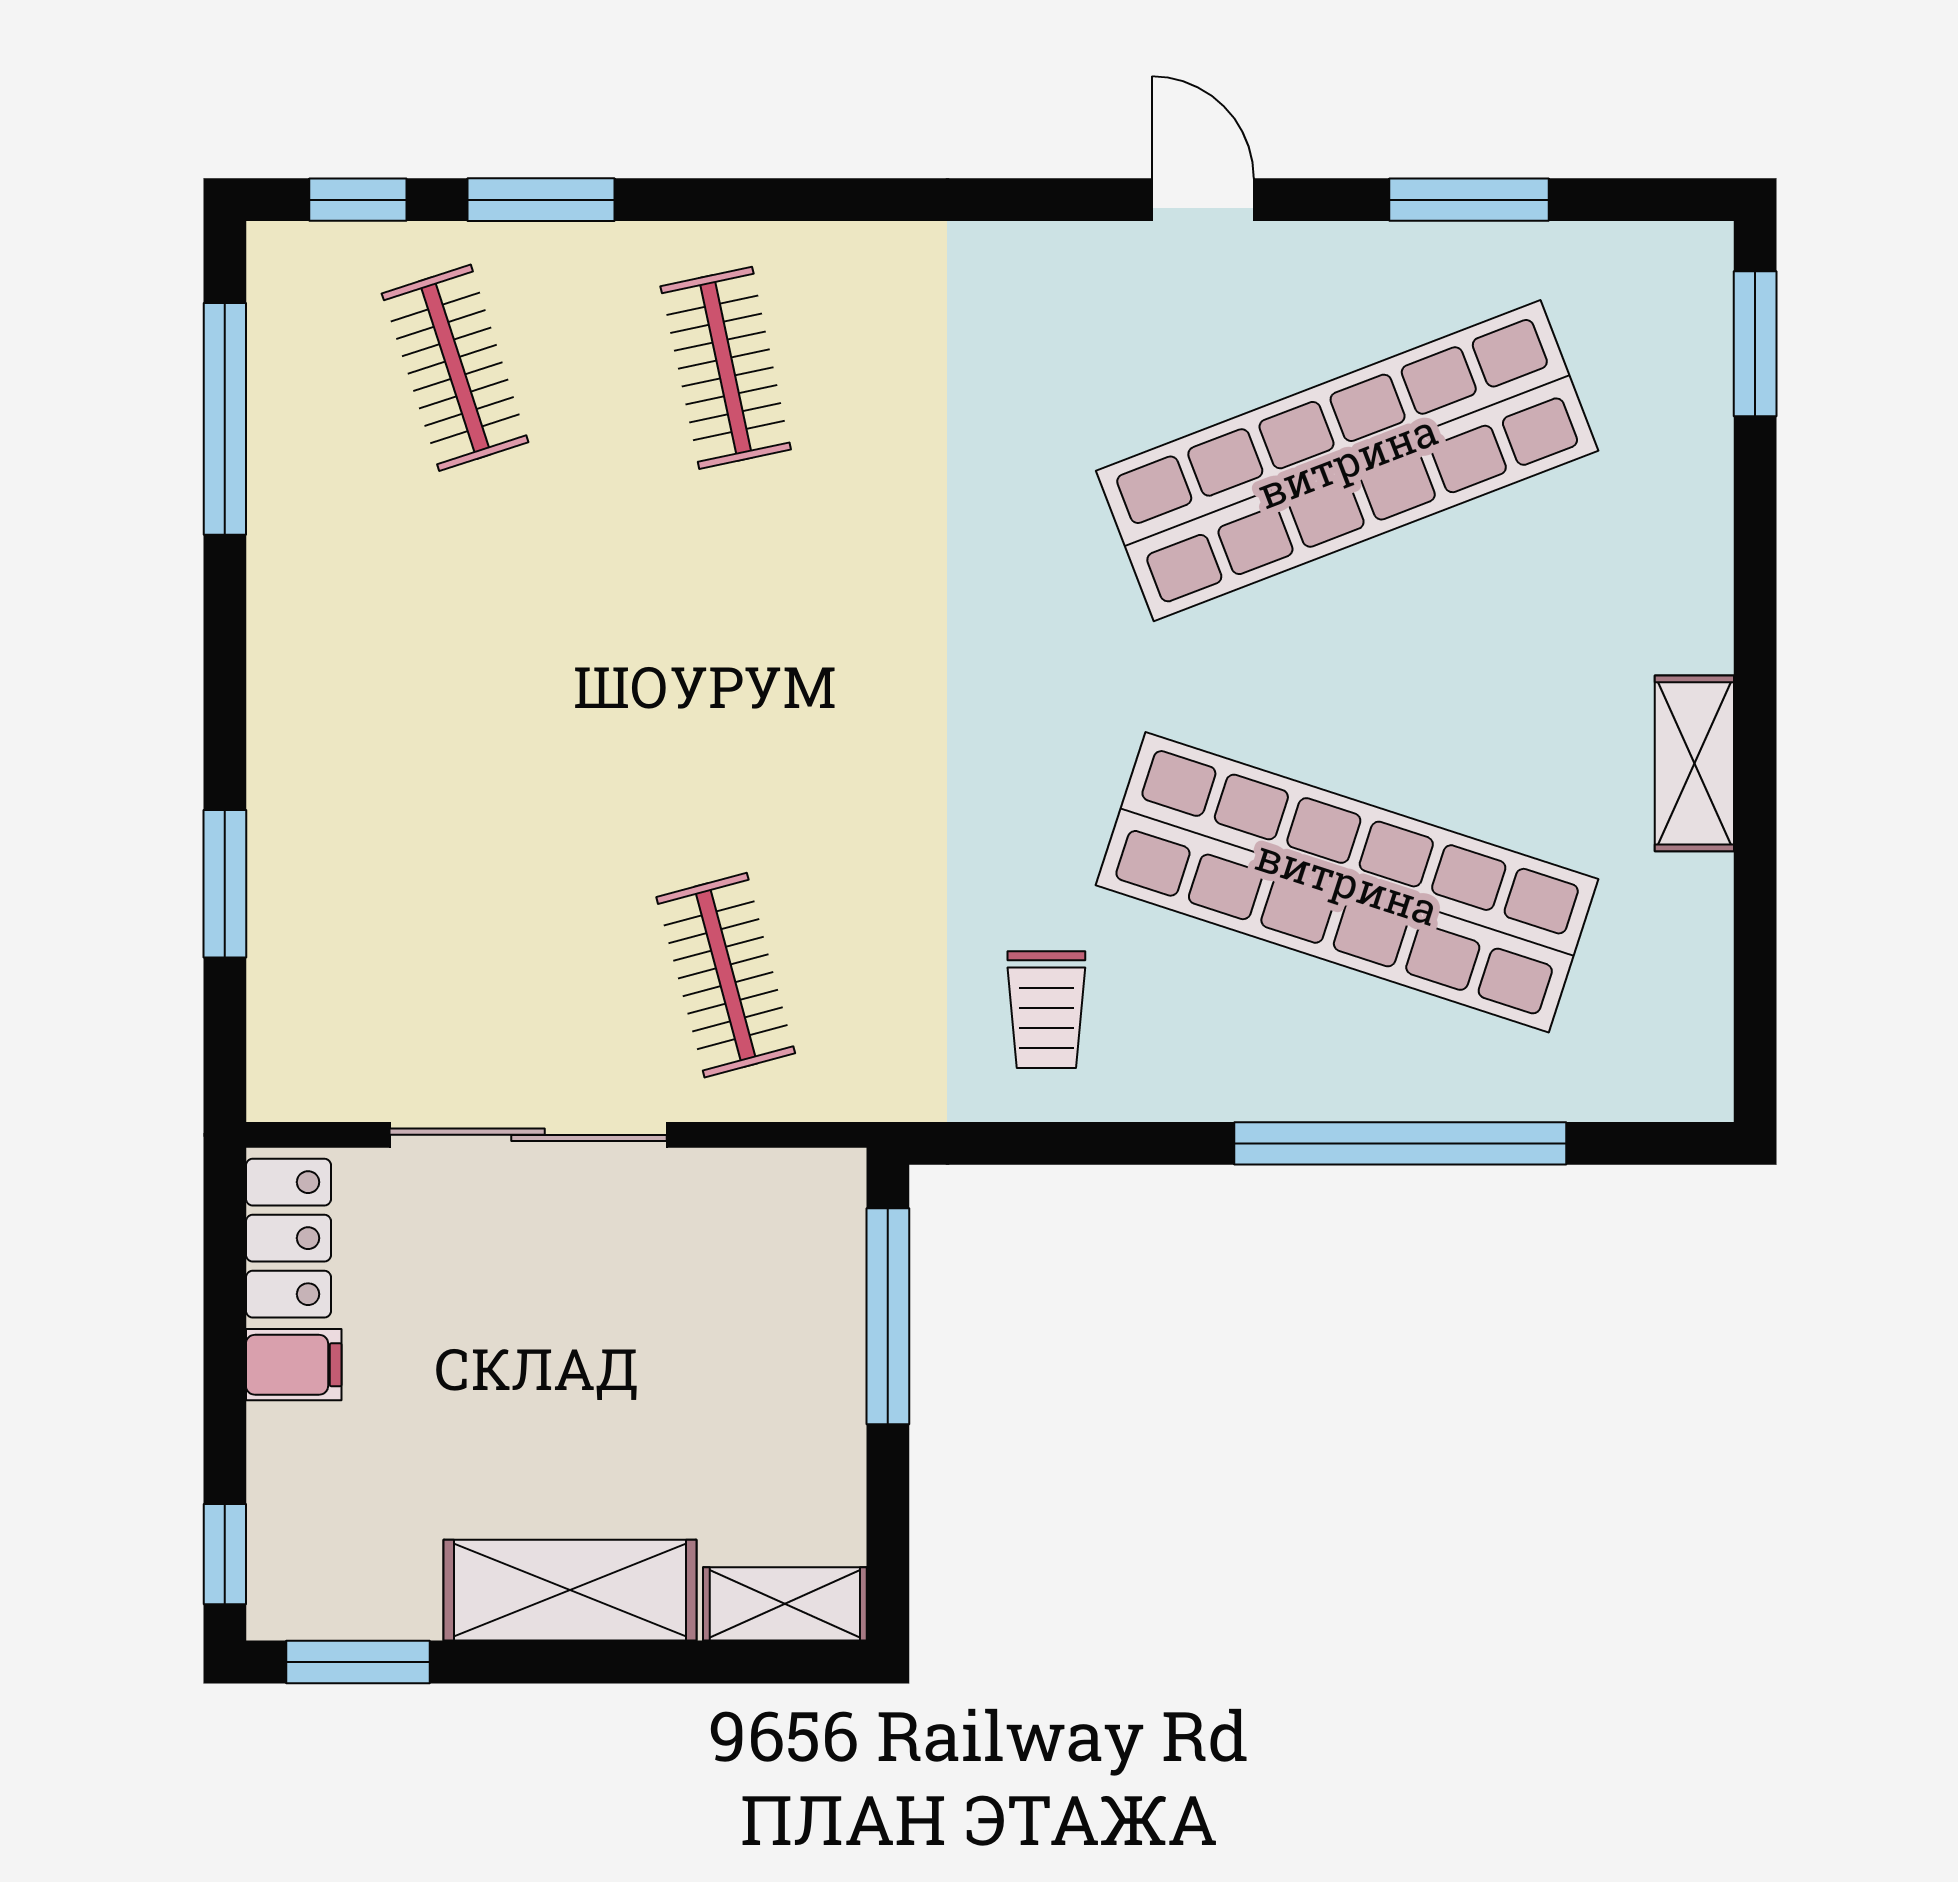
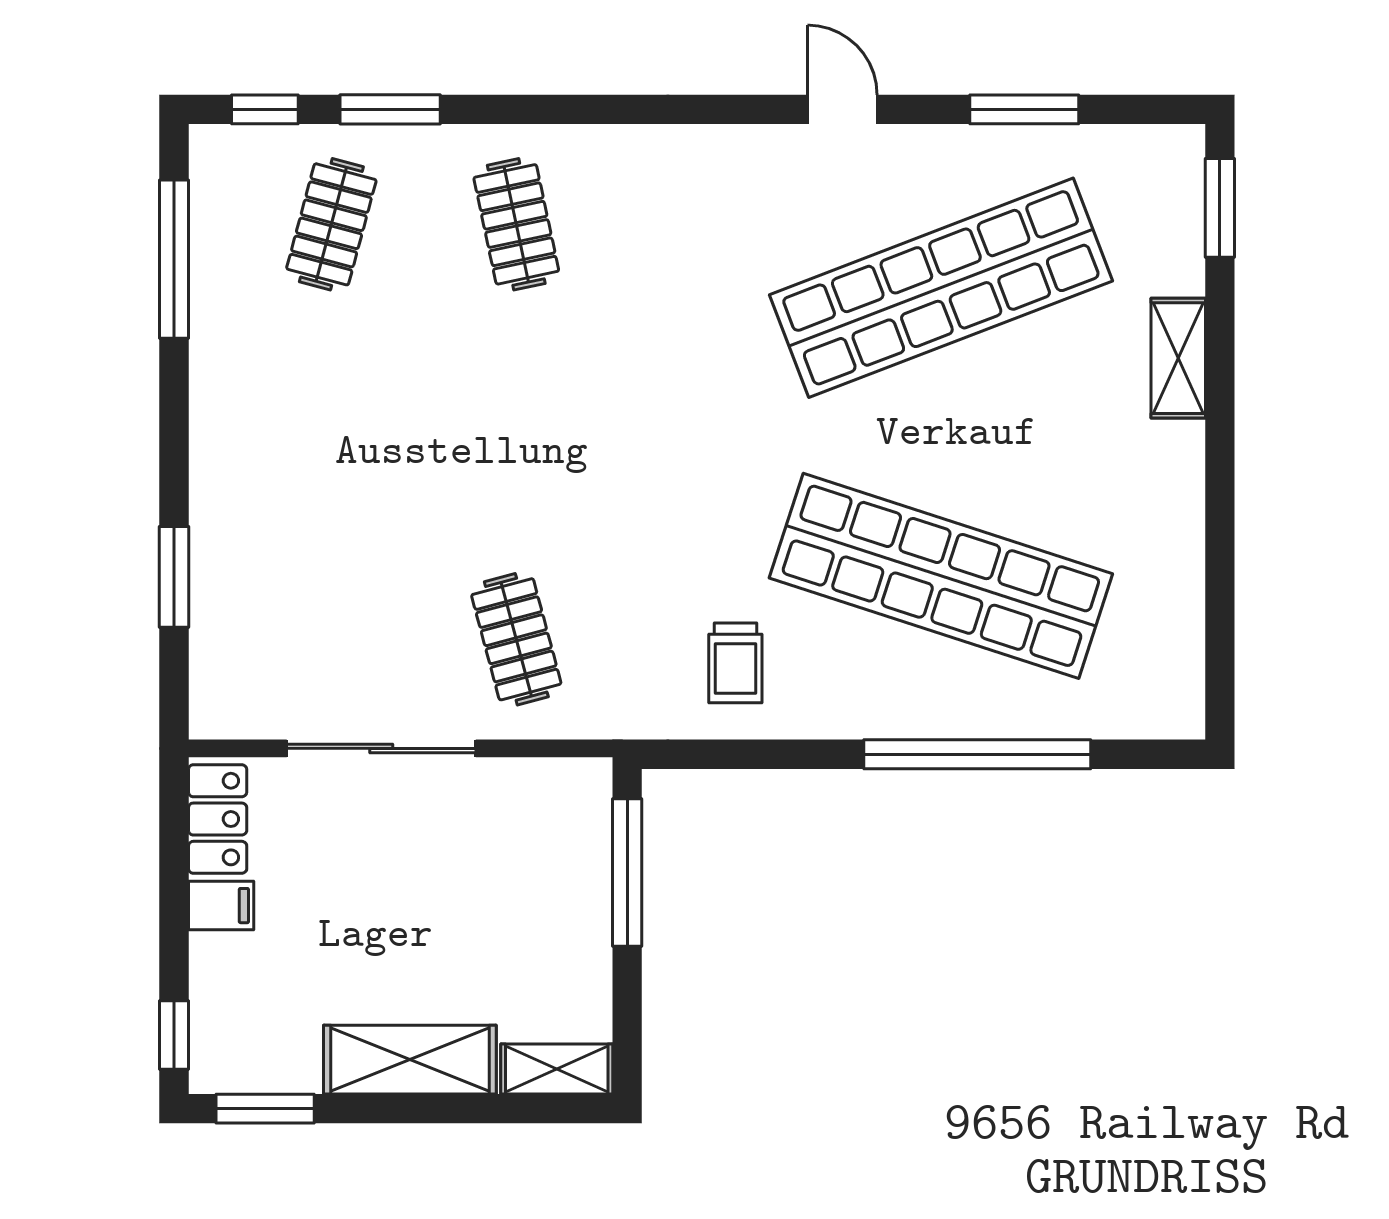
clothes rail: (455, 368) -> (331, 224), turned 33
shelving: (1694, 763) -> (1178, 358), moved

